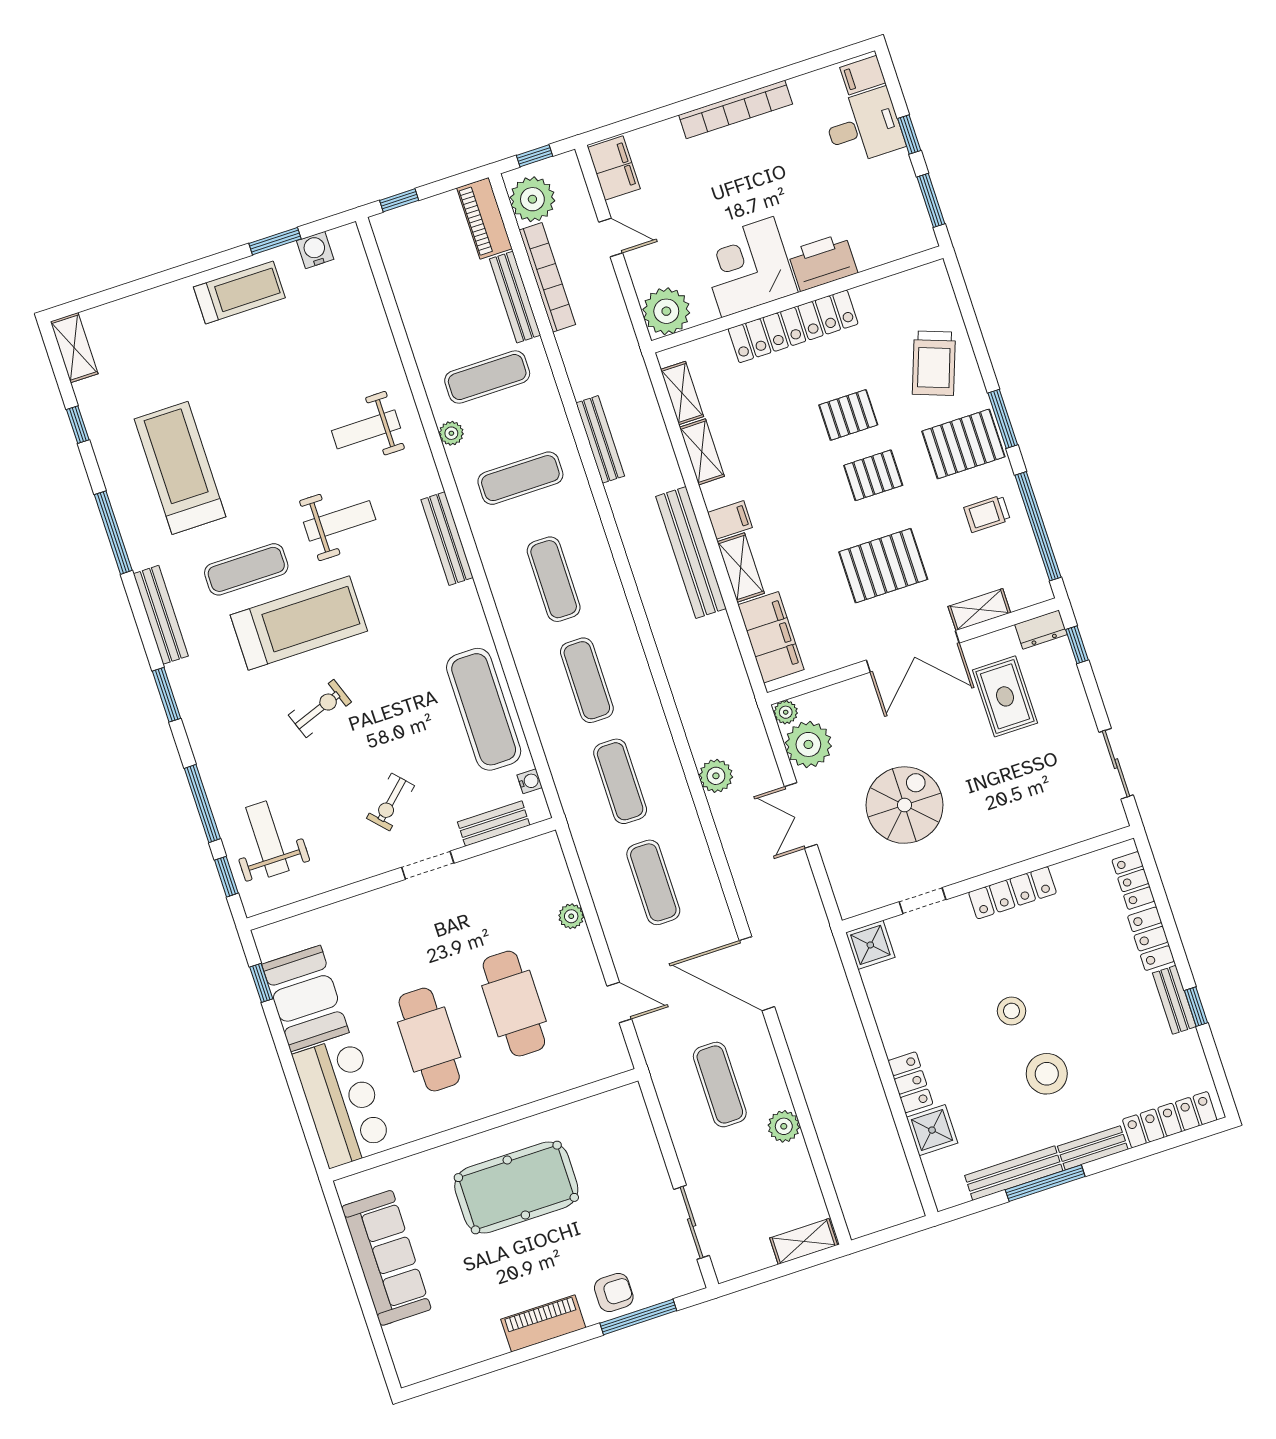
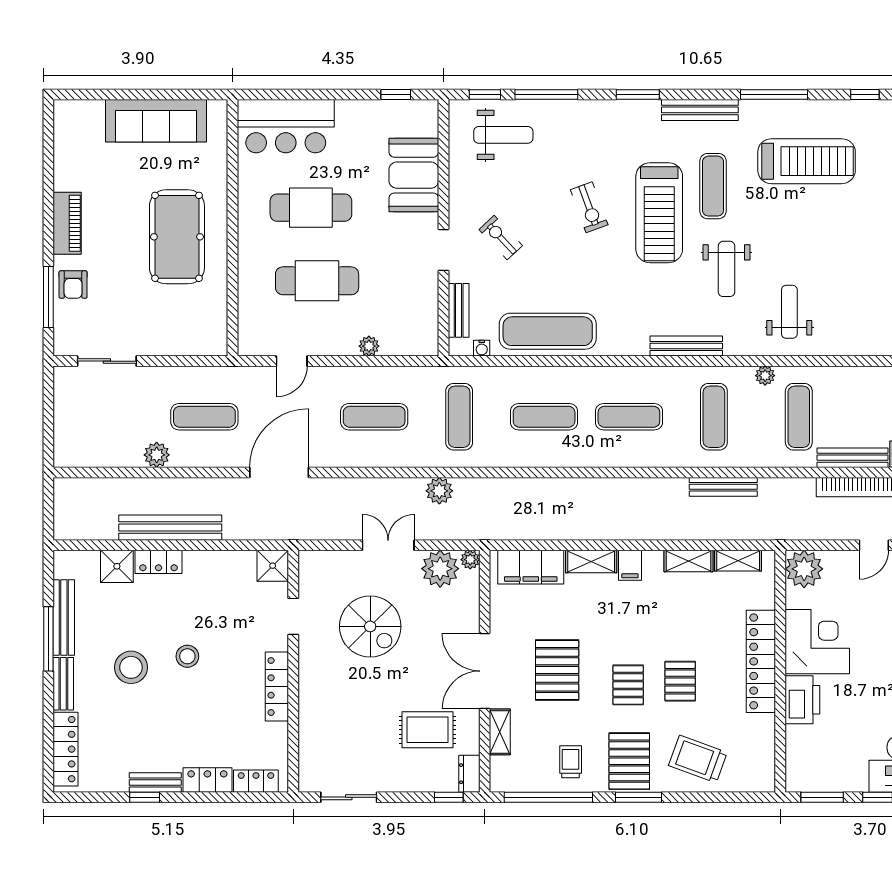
bench: (691, 552) -> (170, 528), moved
exercise mat: (620, 781) -> (459, 417), turned 90
booth: (305, 998) -> (414, 175), moved, turned 90
shelving: (804, 1241) -> (64, 441), removed

